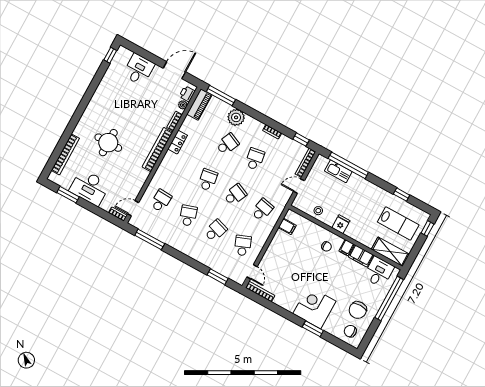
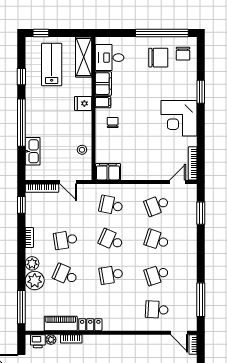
piano: (199, 105) -> (61, 323), moved
plant: (251, 123) -> (32, 263), added
bookcase: (157, 150) -> (108, 340), removed
window: (348, 165) -> (21, 123), moved
fridge: (341, 224) -> (83, 103), moved
filing cabinet: (287, 226) -> (108, 172), width x2.00
window: (389, 298) -> (162, 33), moved
corner desk: (314, 307) -> (179, 118), moved

